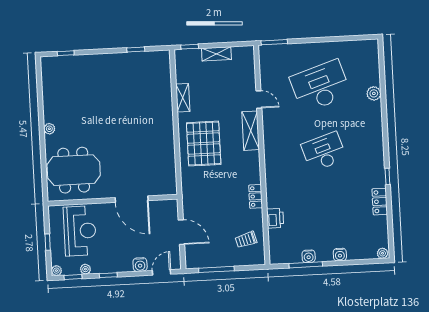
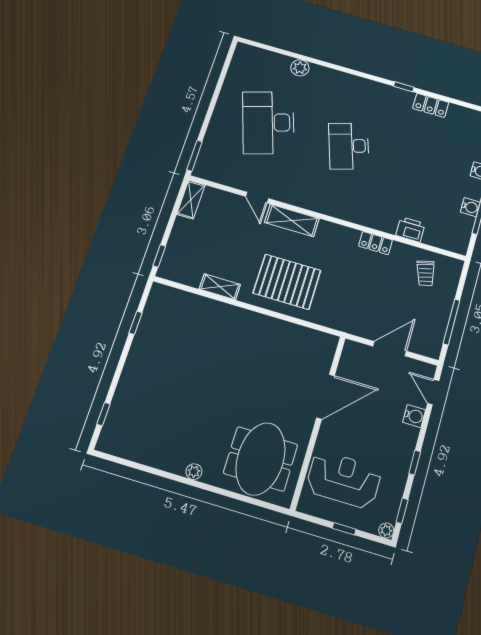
shelving: (216, 54) -> (191, 200), moved
door: (259, 99) -> (257, 198), swing flipped
plant: (85, 269) -> (397, 490), removed

